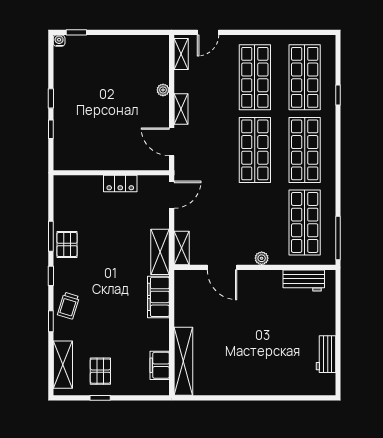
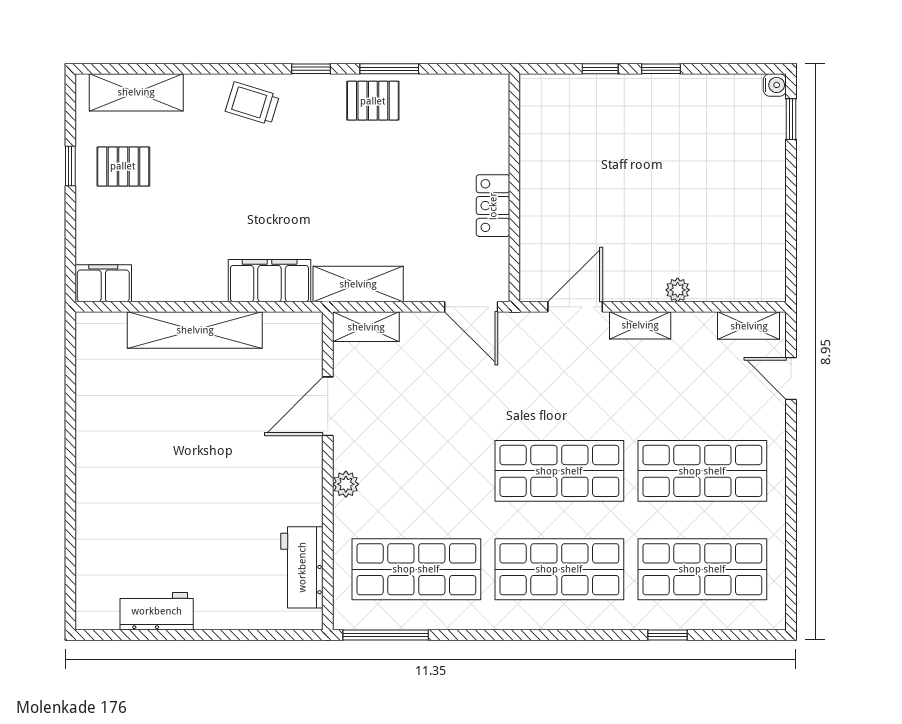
window: (51, 321) -> (222, 69), removed
shelving: (183, 361) -> (195, 330), moved
filing cabinet: (160, 365) -> (103, 283), moved

